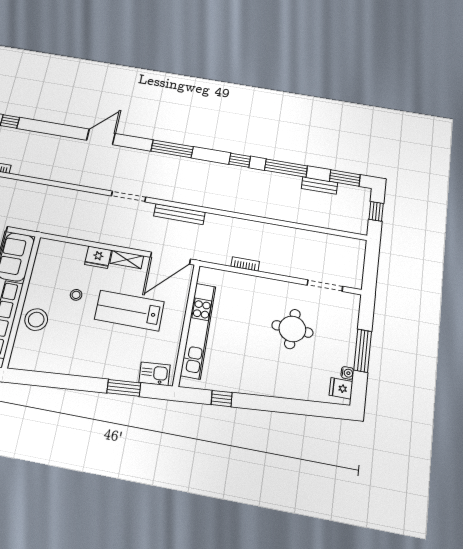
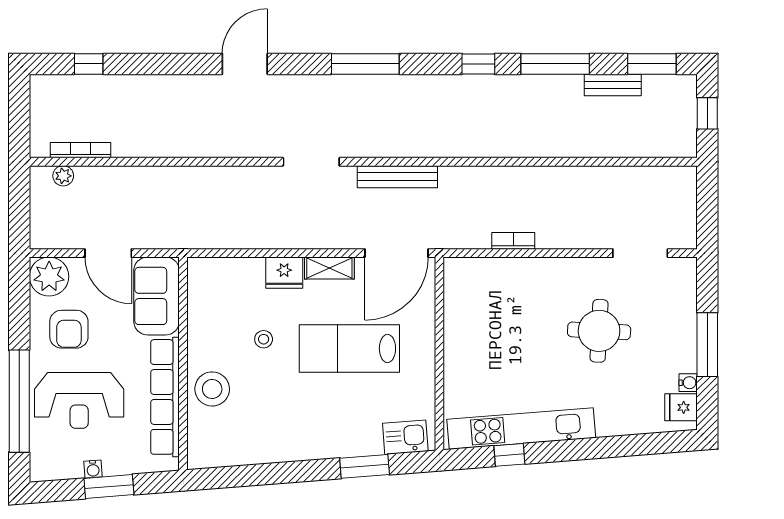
kitchen unit: (198, 330) -> (521, 429), moved, turned -95

